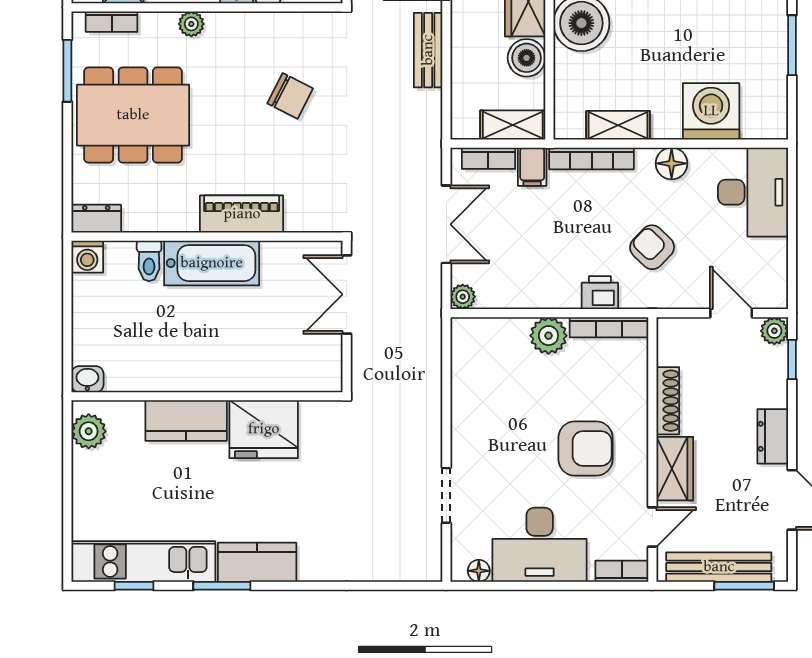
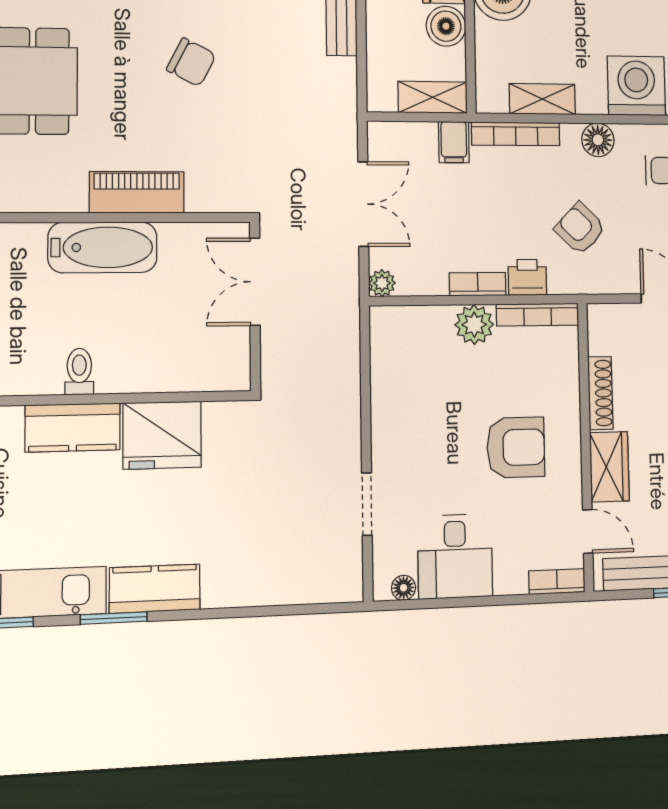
bookcase: (488, 158) -> (478, 284), moved, turned 180
toilet: (149, 261) -> (79, 372), moved, turned 180
door: (652, 527) -> (588, 531), hinge flipped
desk: (540, 545) -> (455, 556), width x0.73

